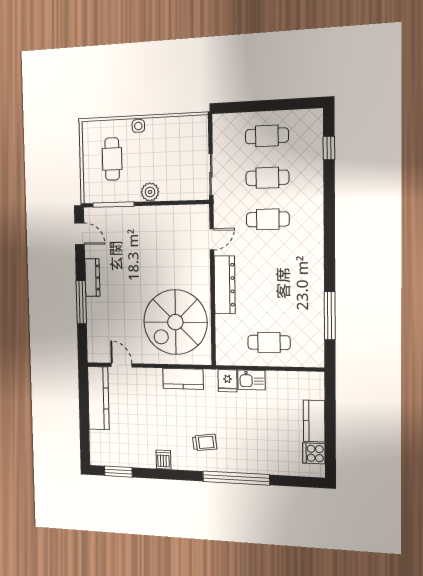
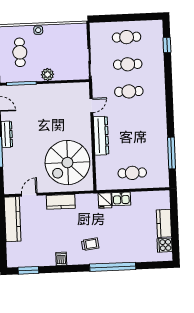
door: (122, 365) -> (29, 195), hinge flipped
kitchen counter: (183, 379) -> (61, 202), moved

